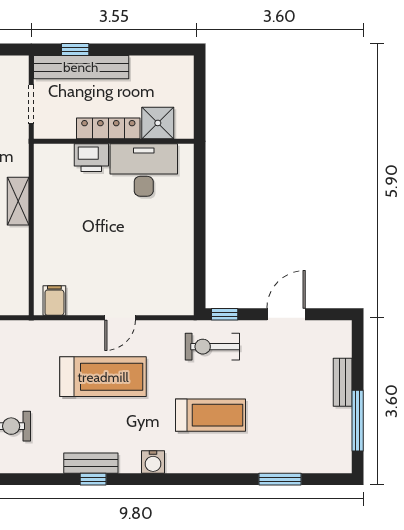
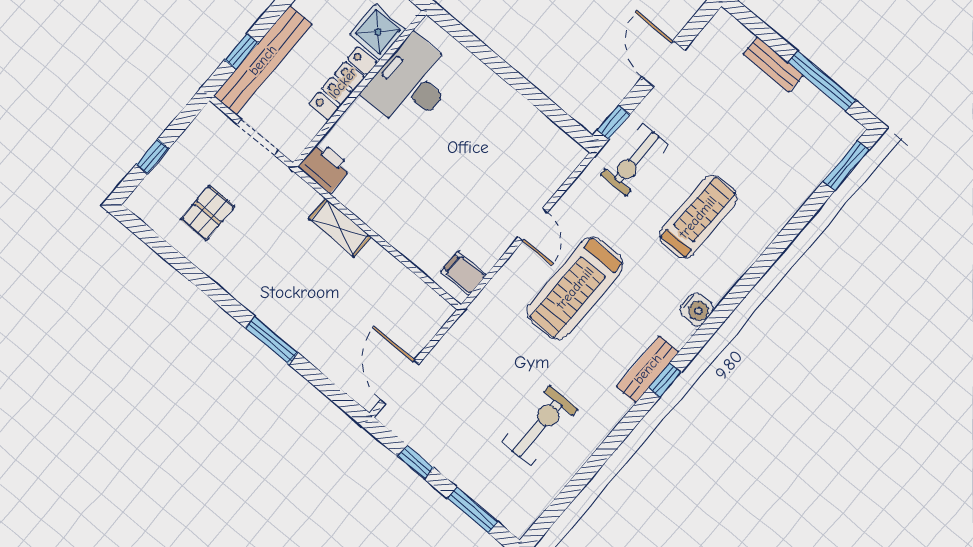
printer: (91, 158) -> (325, 167), moved, turned -90
treadmill: (103, 377) -> (575, 288), turned 180
window: (280, 479) -> (846, 166), moved

